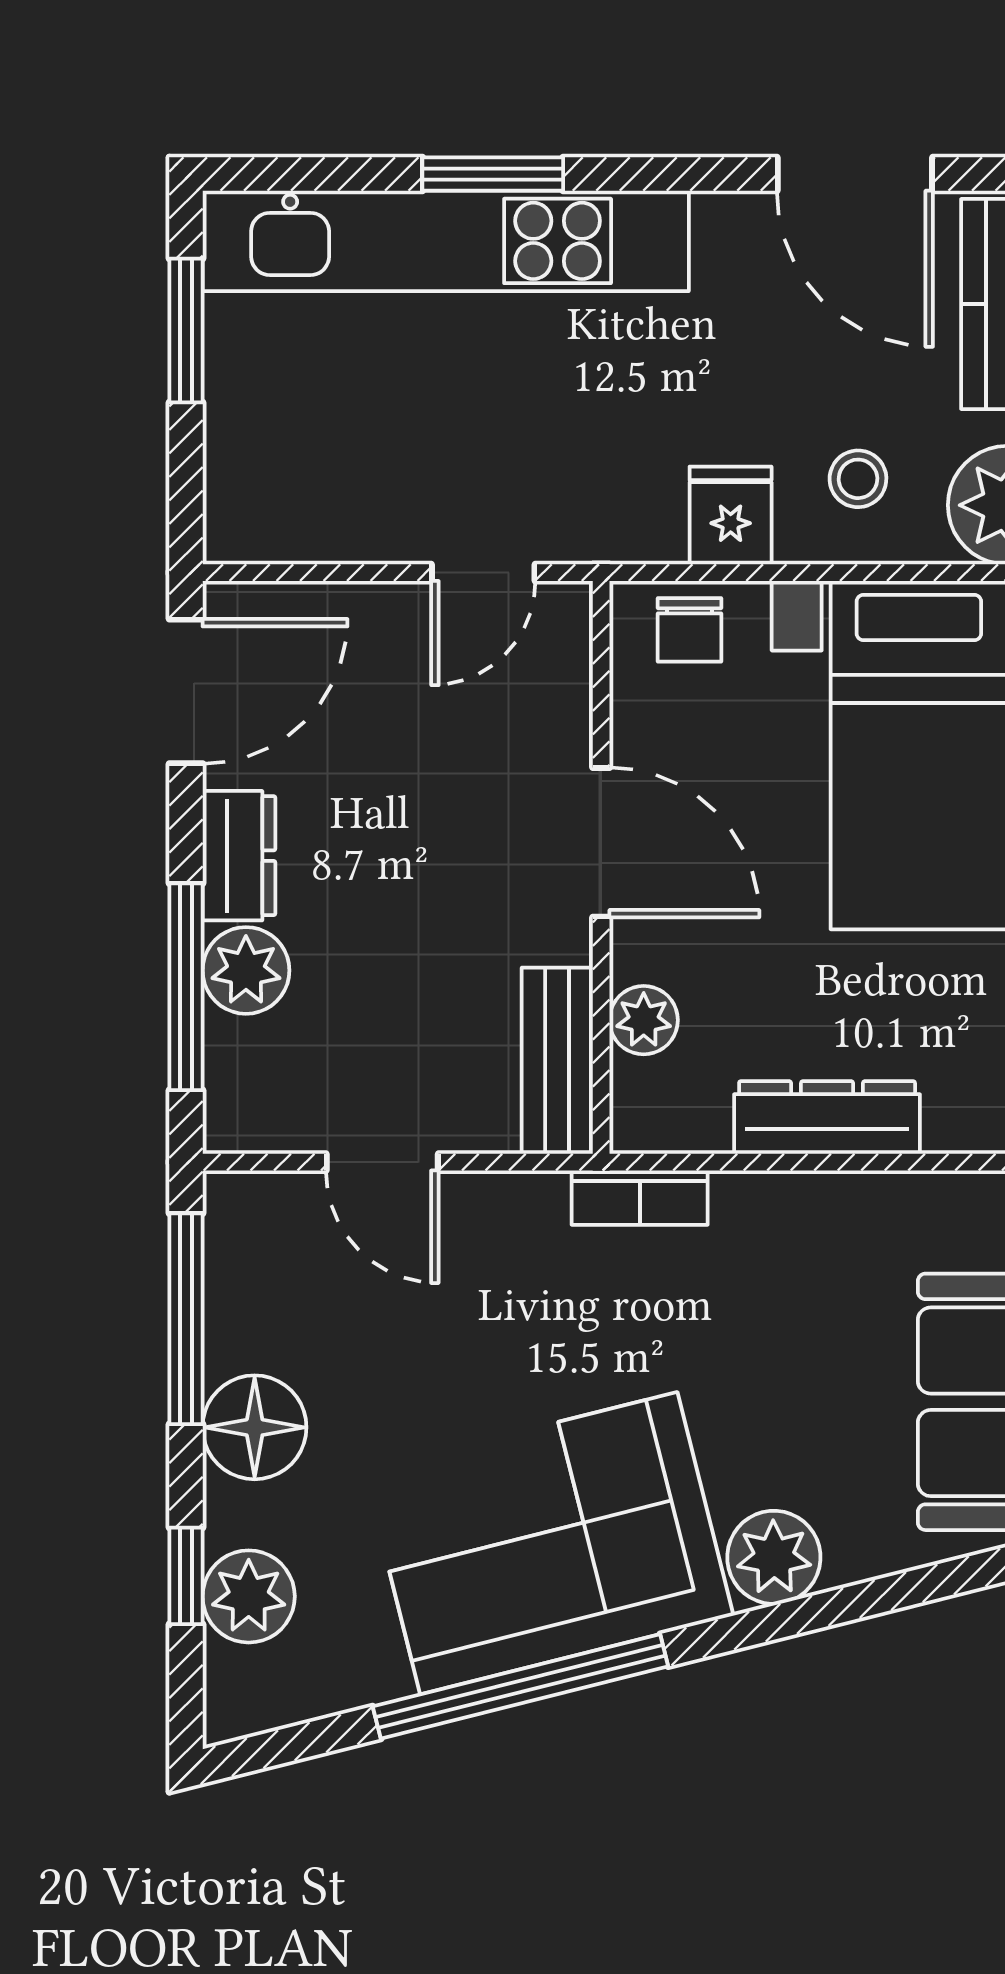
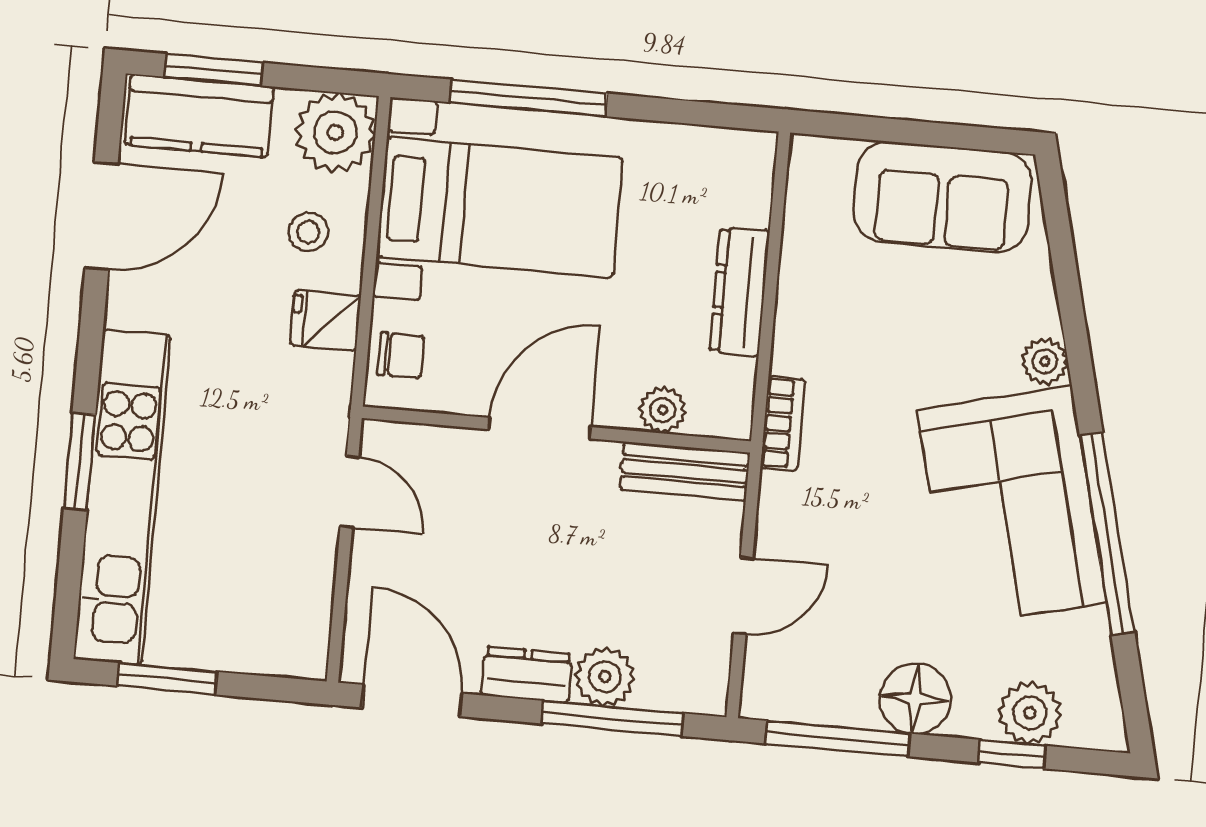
plant: (774, 1557) -> (1045, 361), width x0.73, depth x0.73

